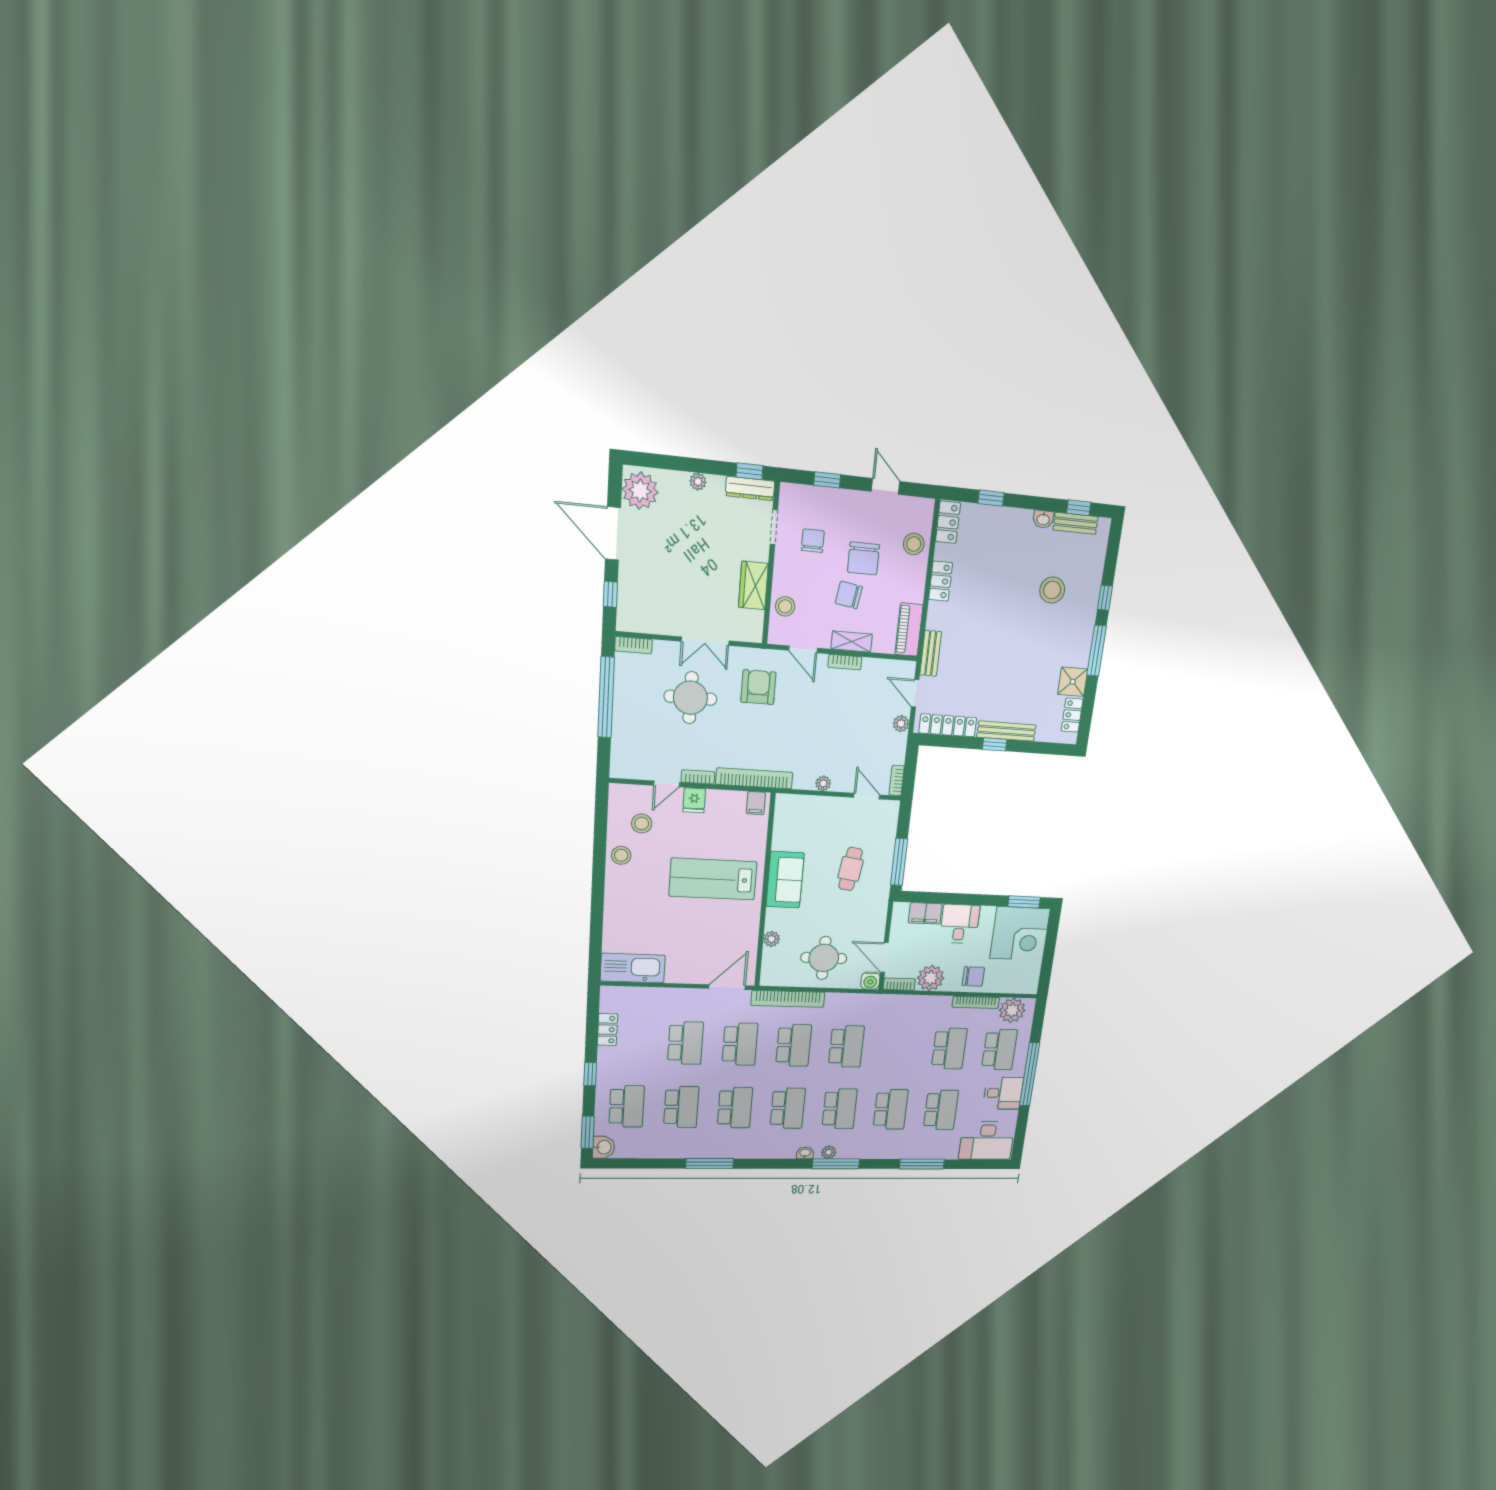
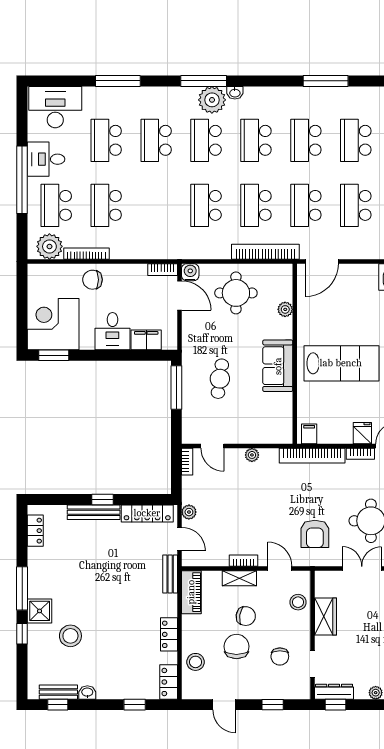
shower: (1073, 682) -> (40, 611), moved
plant: (931, 978) -> (133, 277), removed
plant: (829, 1152) -> (212, 100), width x1.87, depth x1.87

